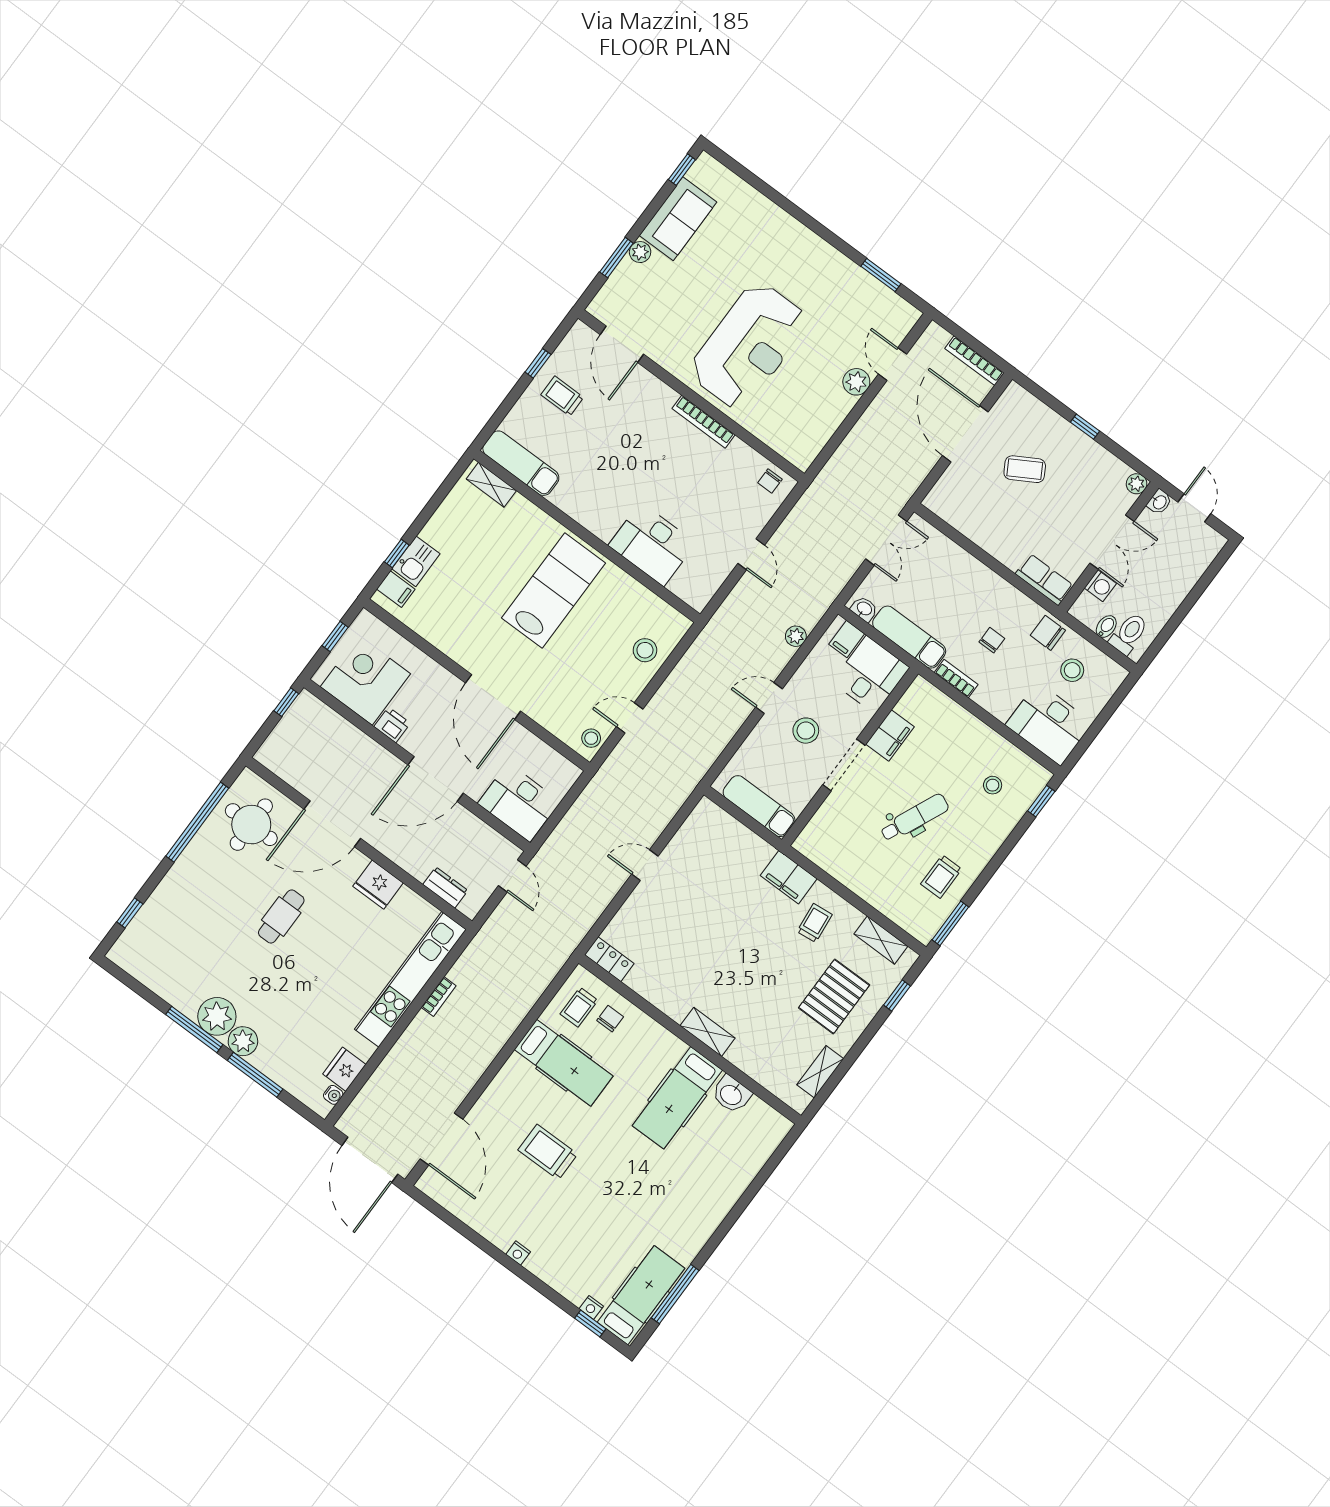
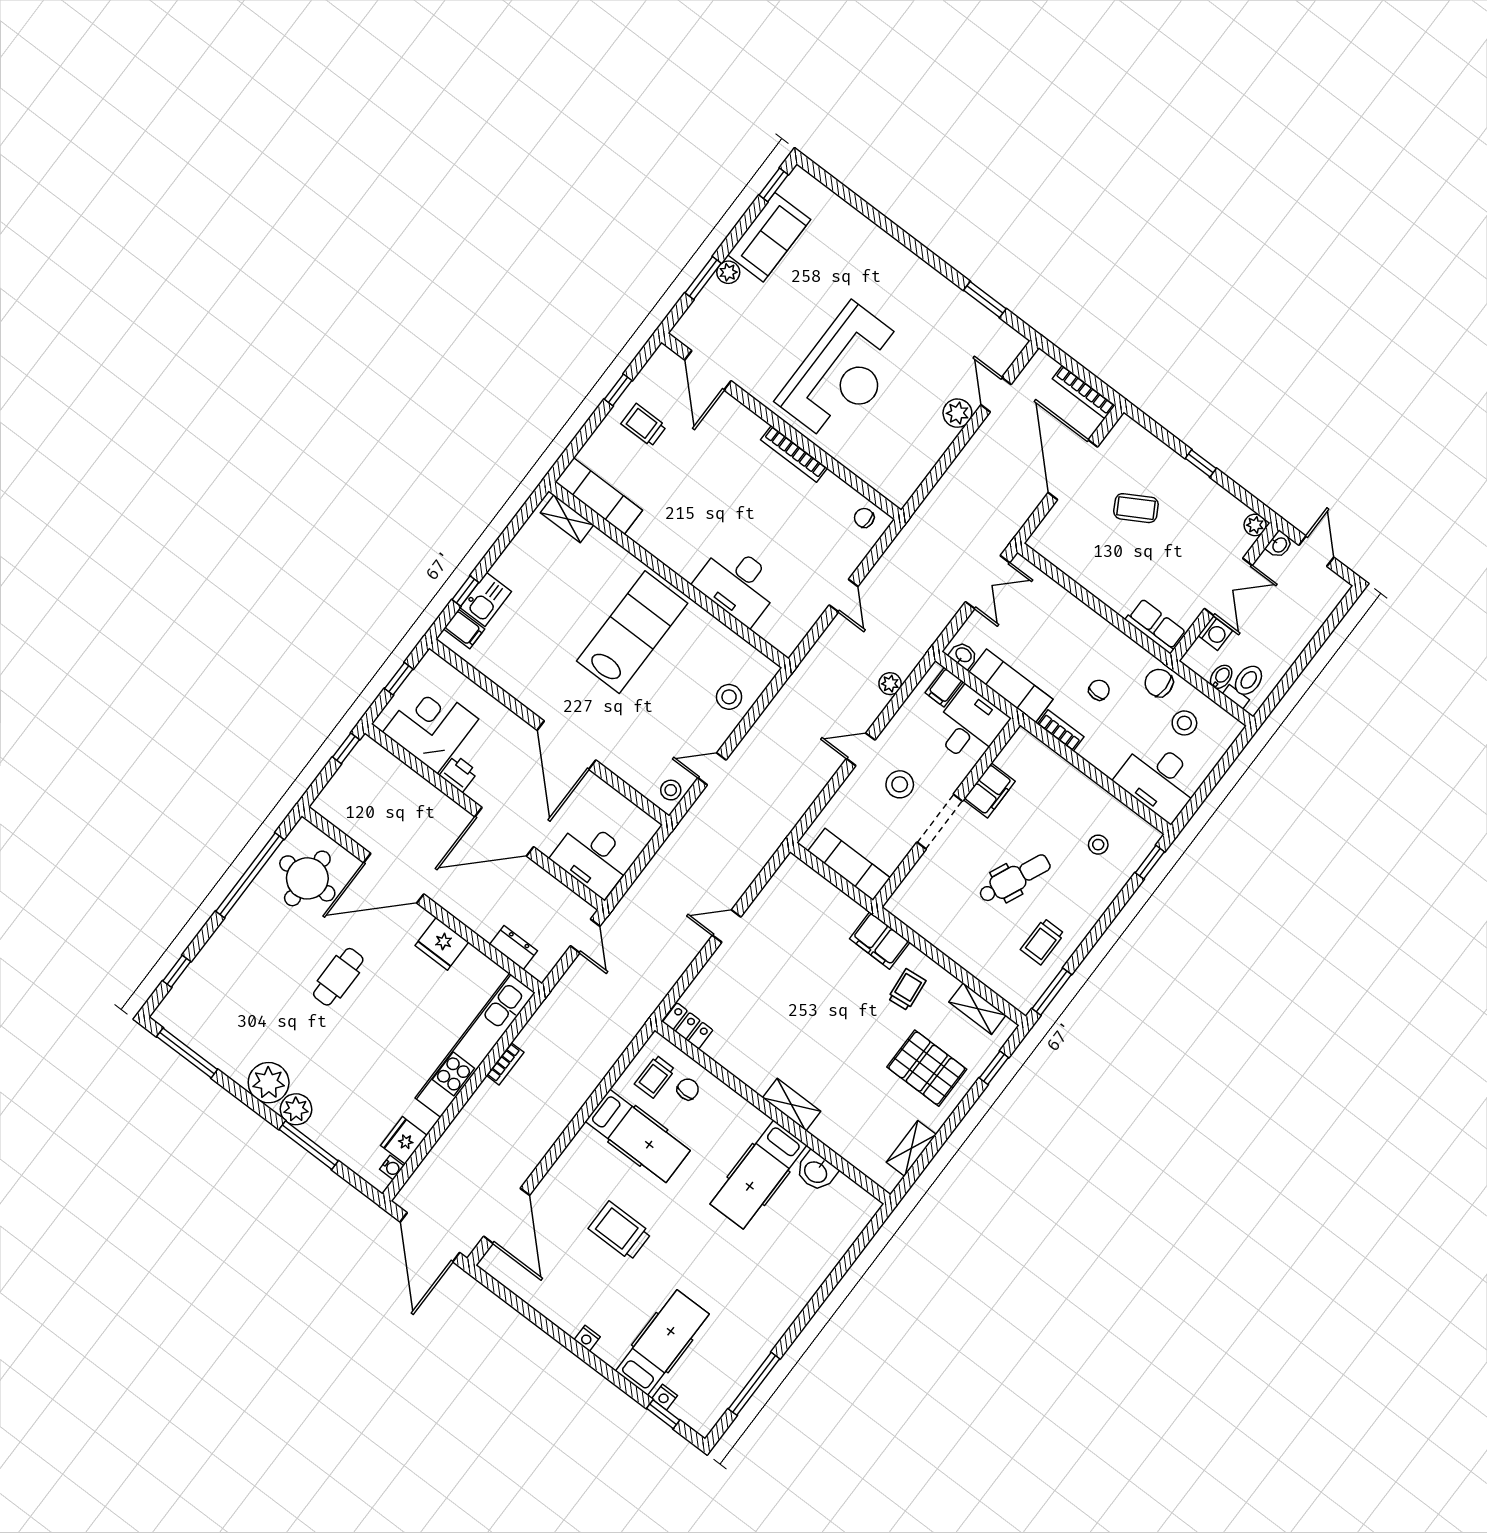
chair: (770, 481) -> (864, 518), turned 90
pallet: (834, 996) -> (927, 1068), turned 90
window: (194, 1029) -> (187, 1053), moved
hospital bed: (641, 1295) -> (662, 1343), moved

